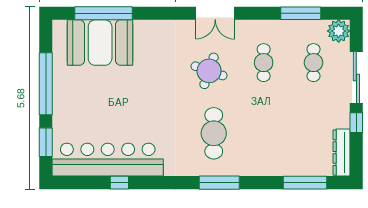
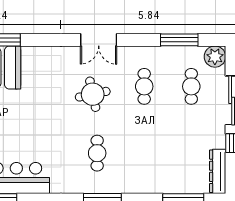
round table: (209, 71) -> (93, 94), turned -31
cafe table: (214, 133) -> (97, 153), width x0.73, depth x0.74

